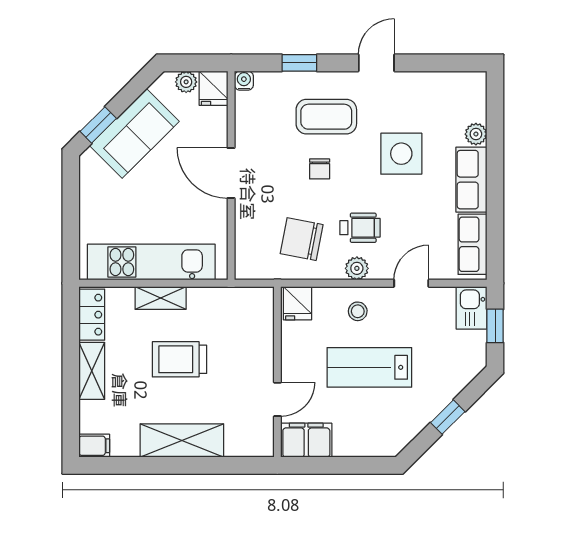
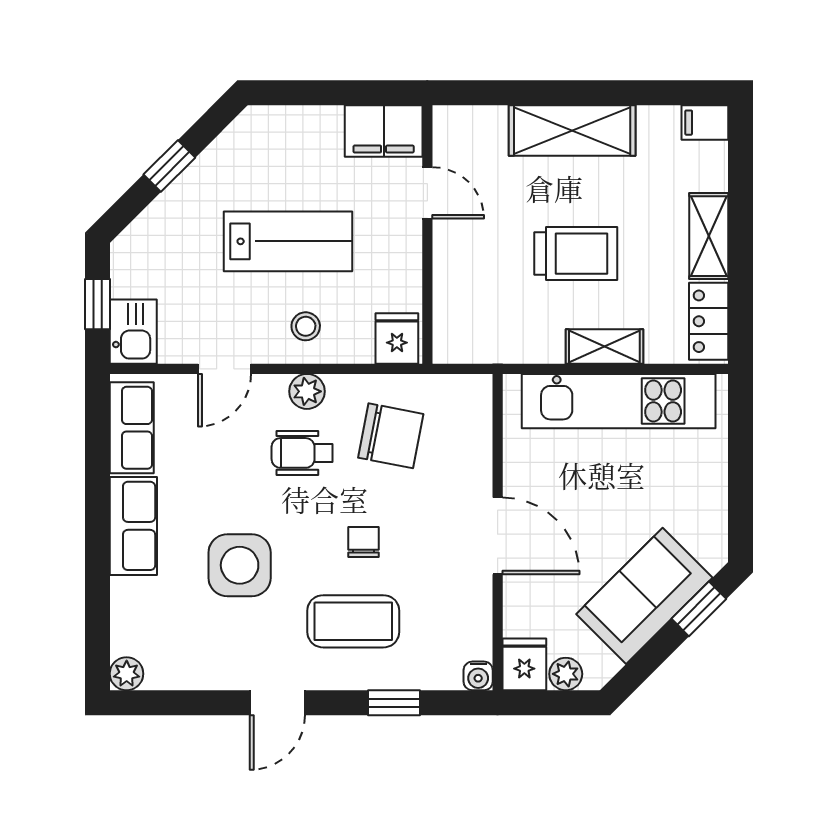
plant: (476, 134) -> (127, 674), moved
door: (277, 399) -> (427, 193), swing flipped

